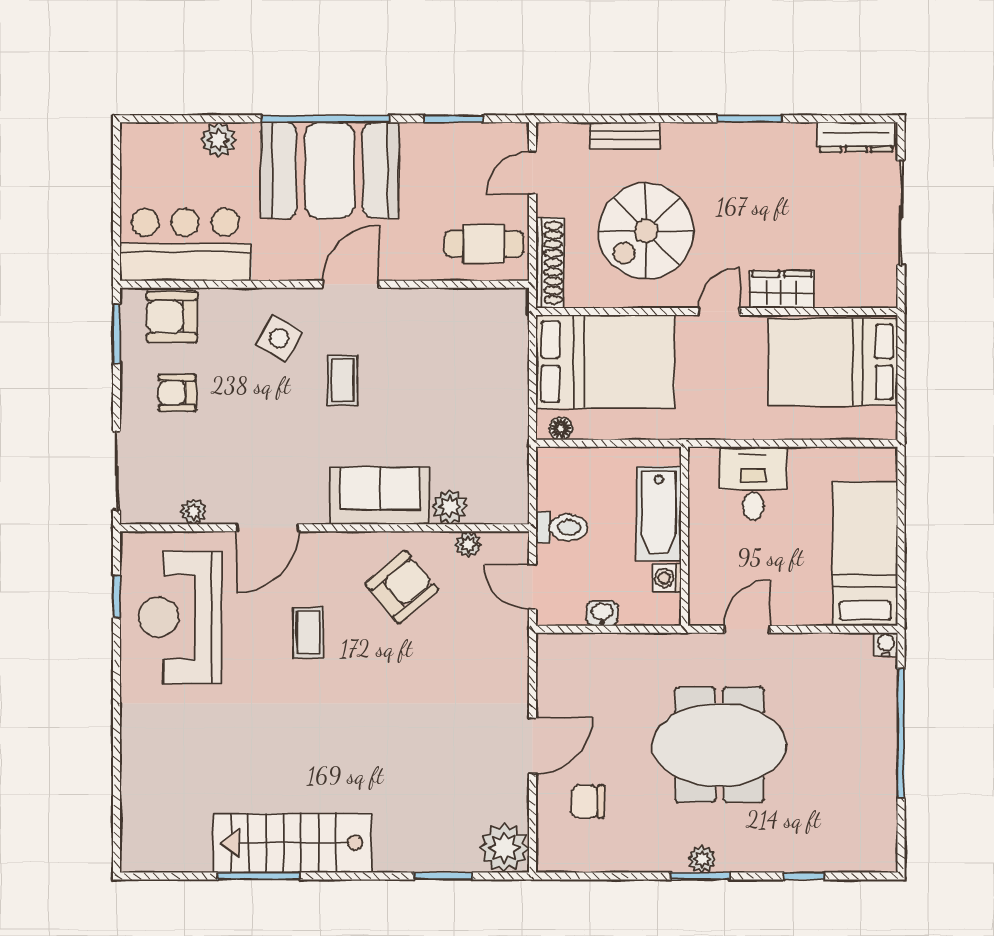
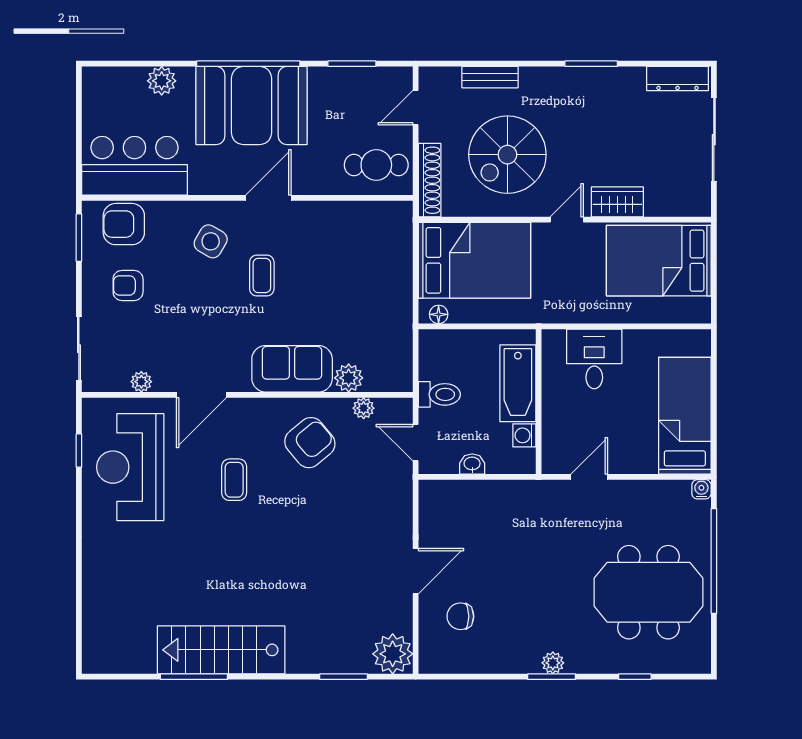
meeting table: (719, 745) -> (648, 592), moved

